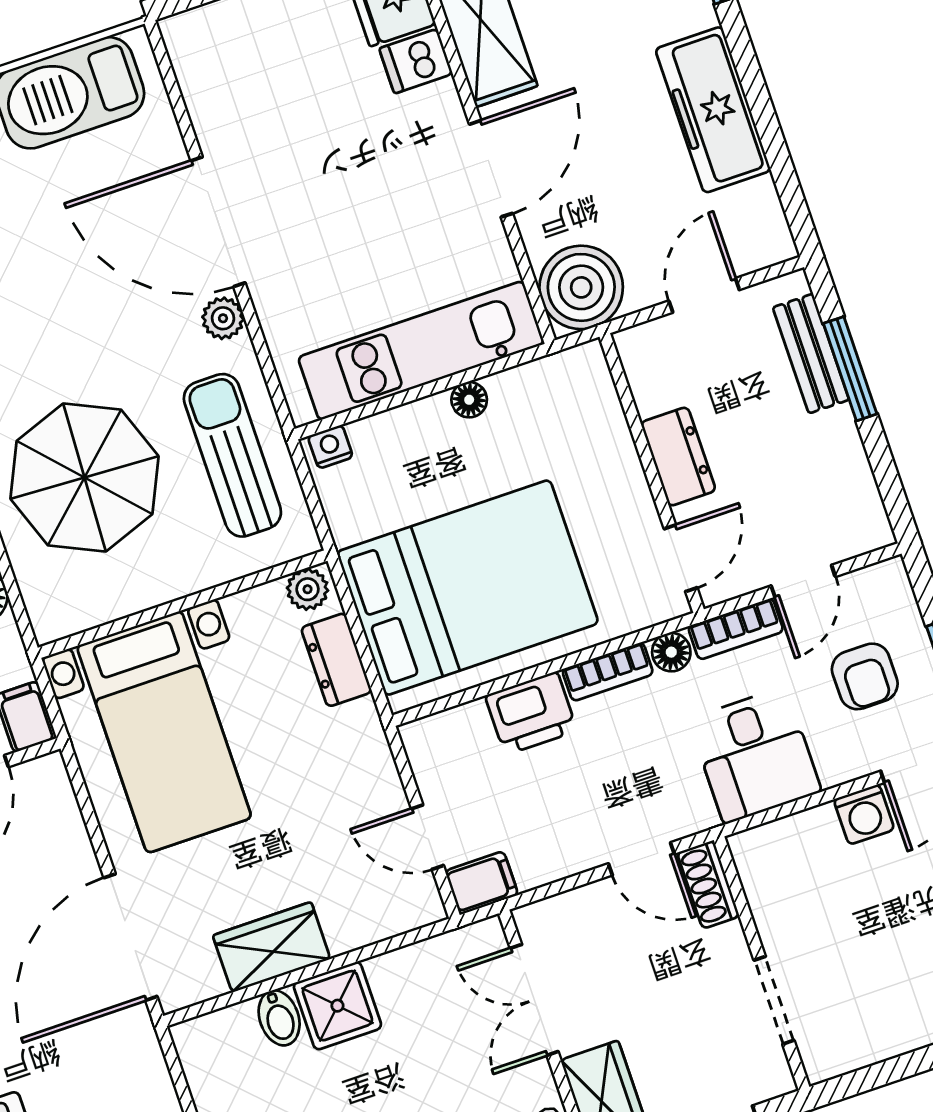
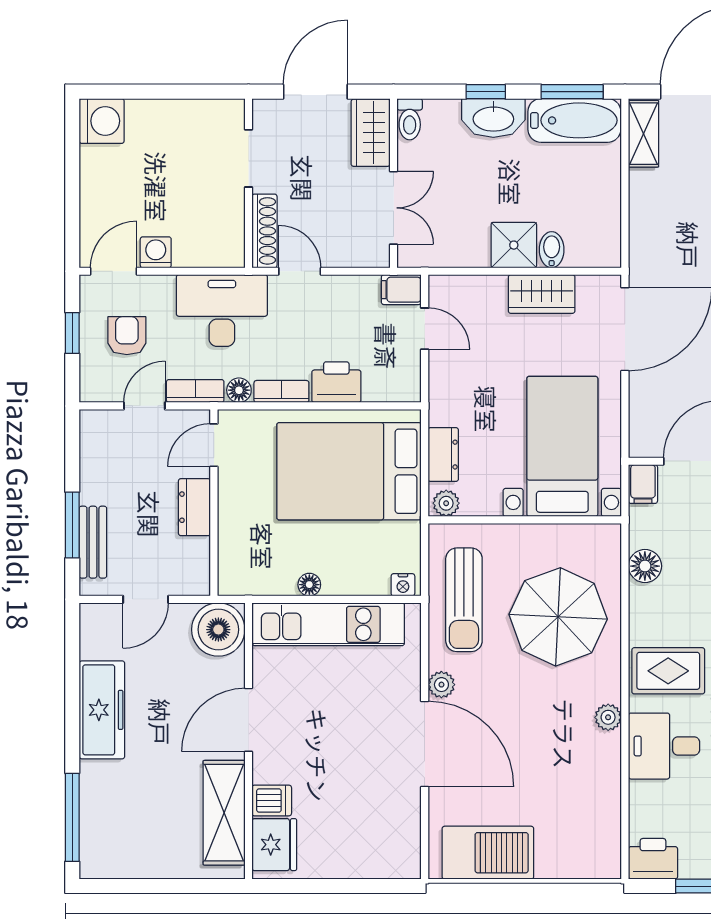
desk: (755, 755) -> (222, 311), width x1.37
shoe rack: (708, 885) -> (264, 231), width x1.43

